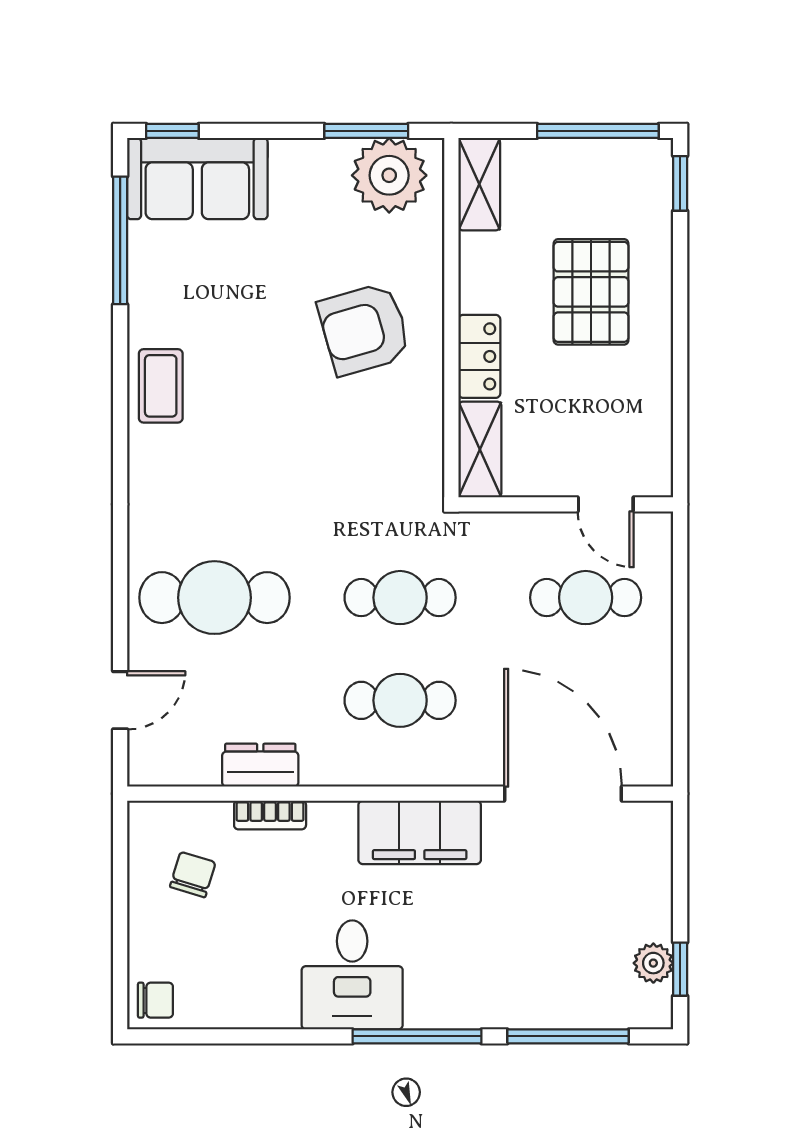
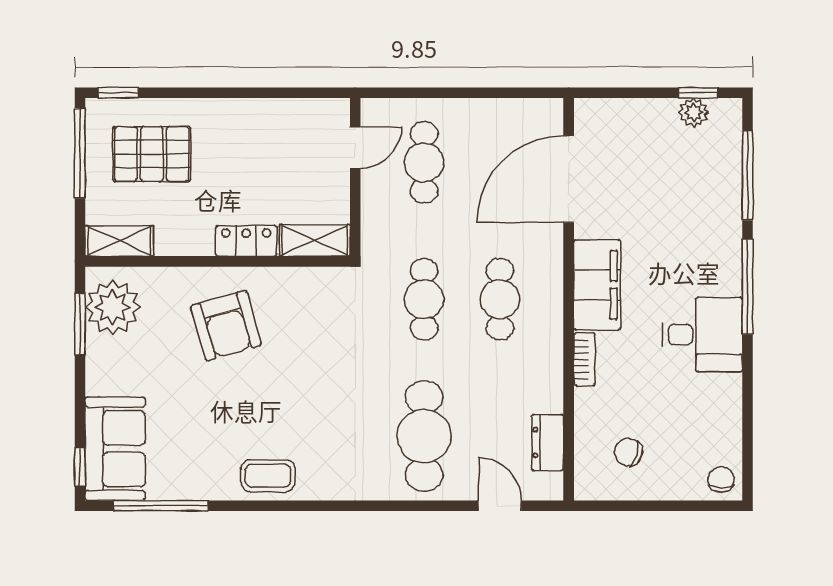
pallet: (591, 292) -> (152, 154), moved
dresser: (260, 765) -> (548, 442), moved
bookcase: (270, 815) -> (584, 359), moved

